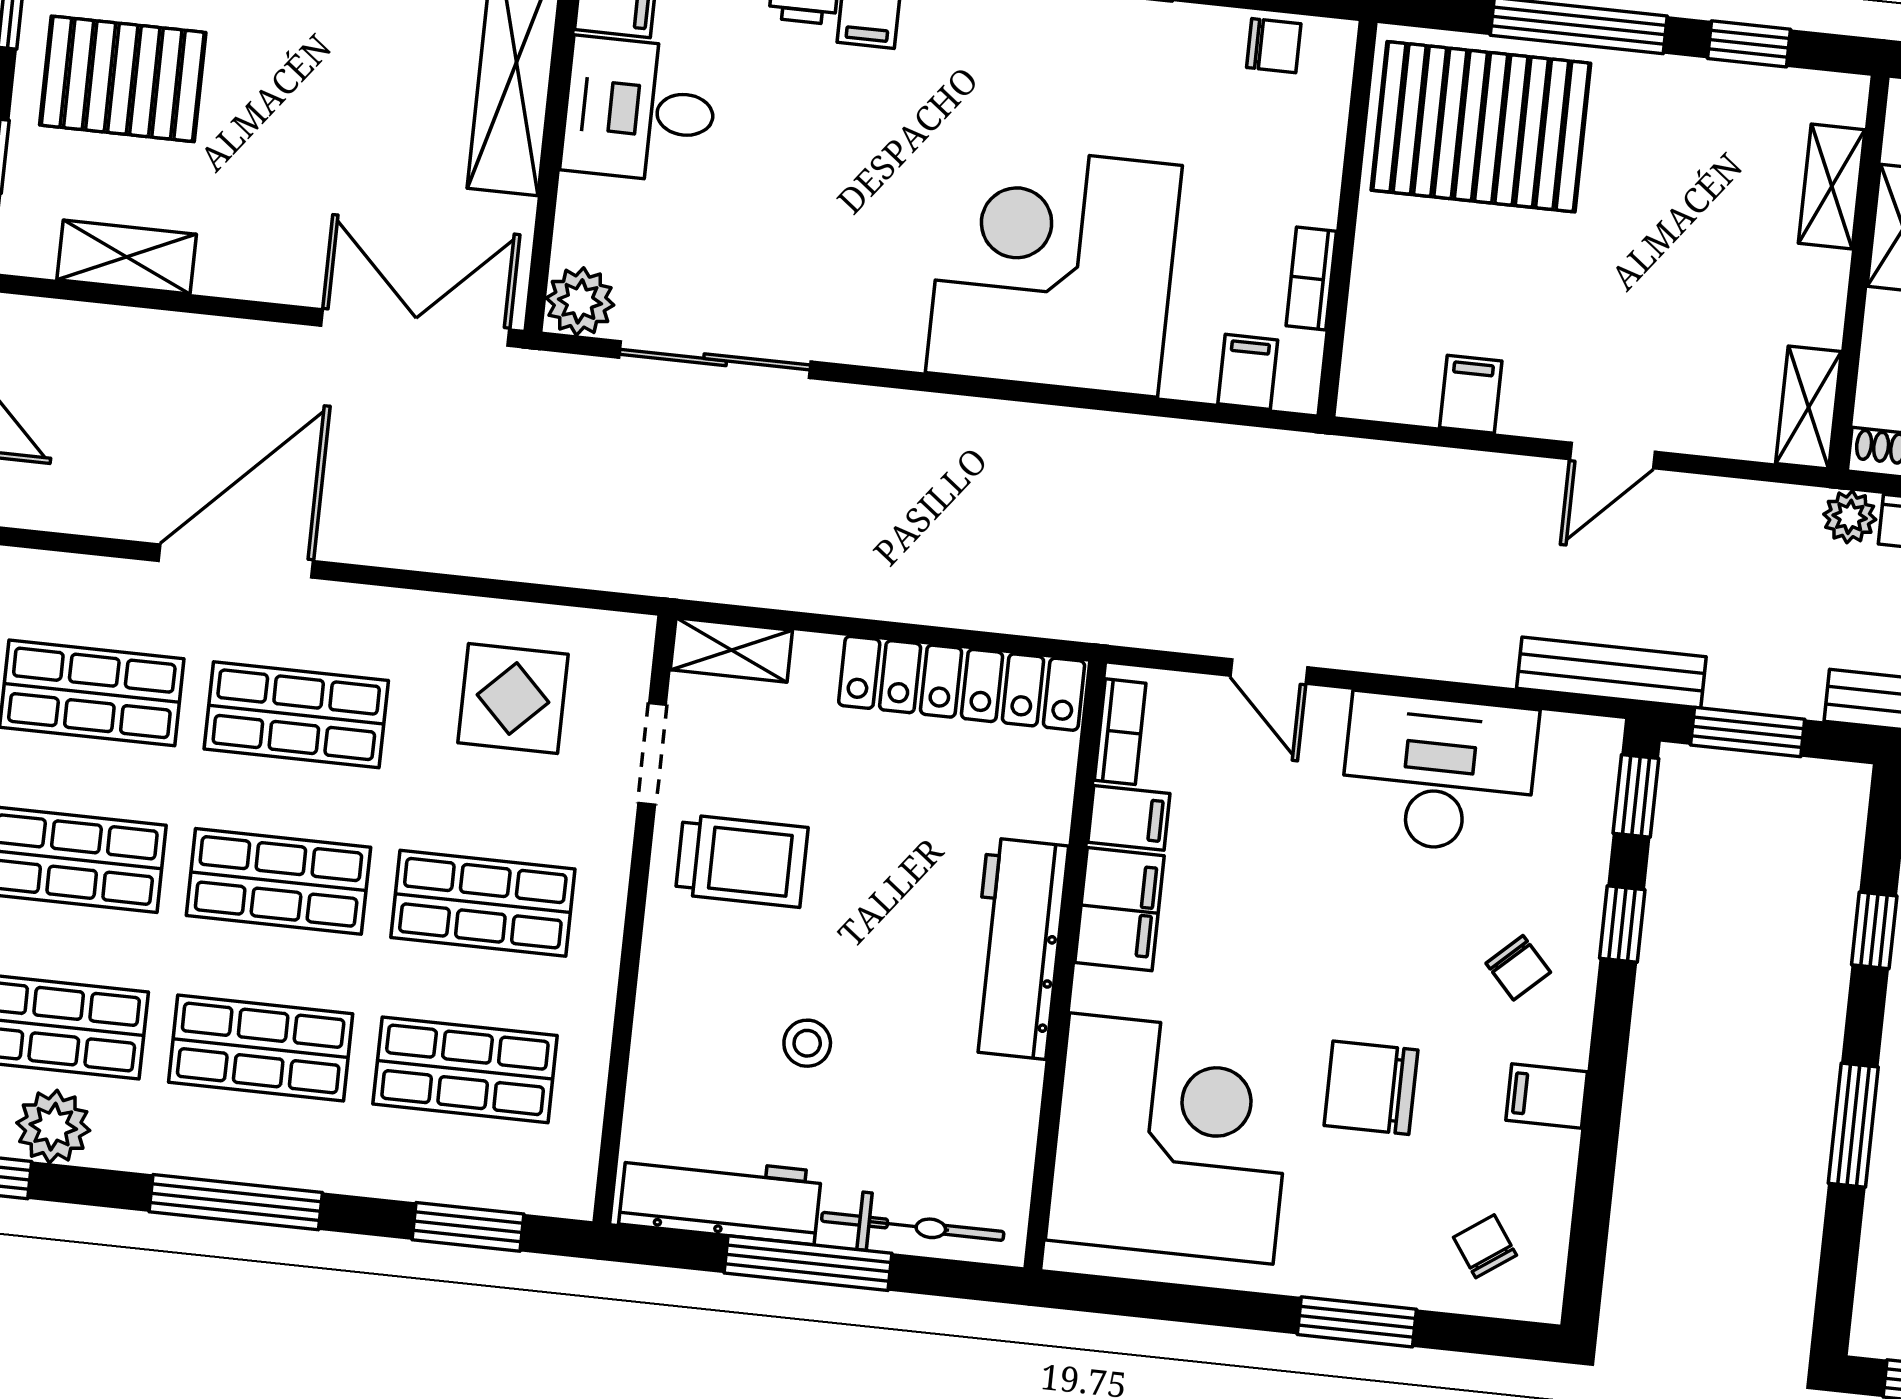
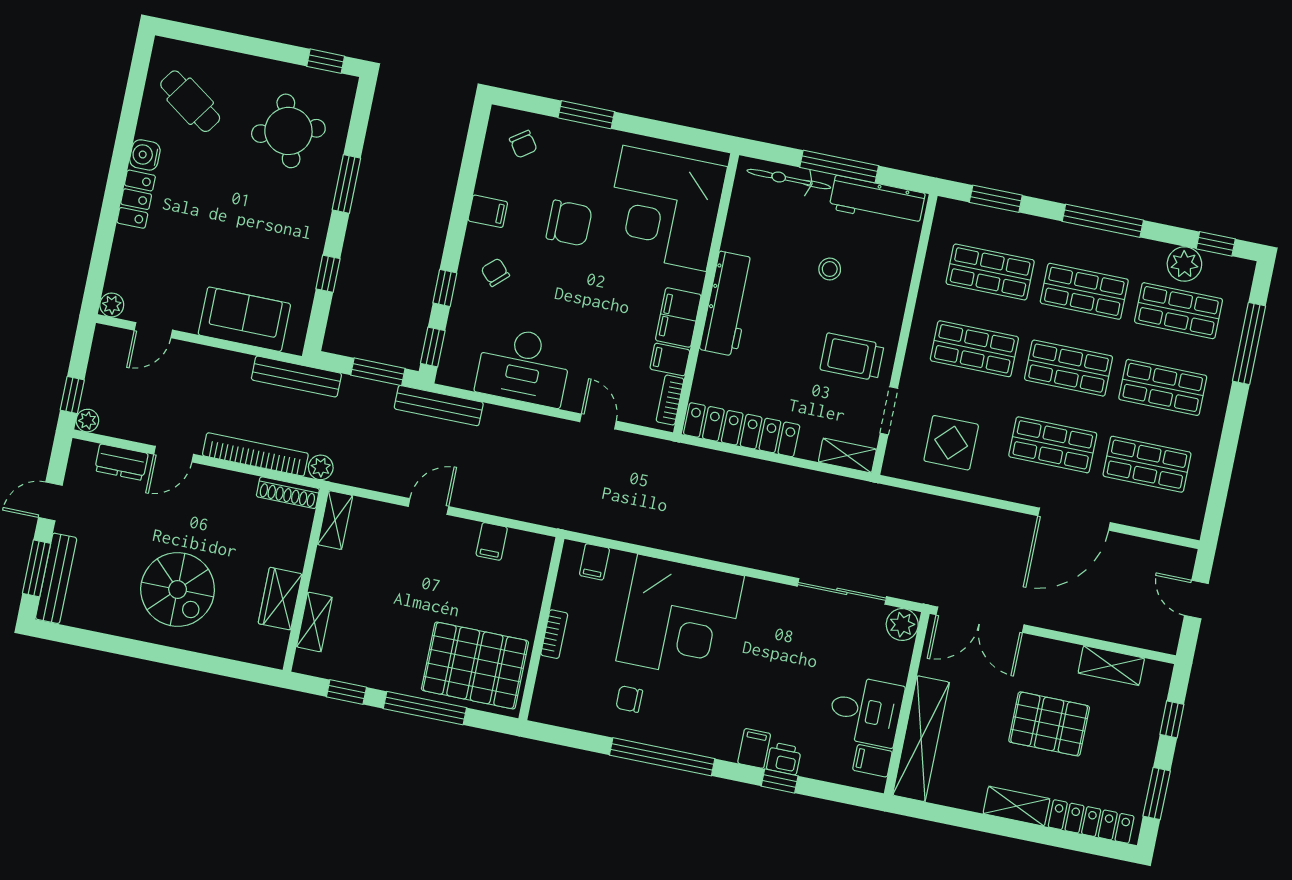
chair: (1274, 46) -> (629, 699), moved
pallet: (123, 79) -> (1049, 724), moved
bookcase: (1311, 279) -> (554, 634), moved

